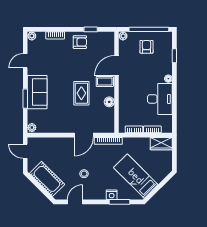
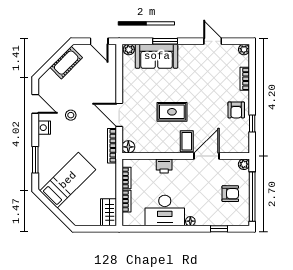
door: (117, 66) -> (207, 156), hinge flipped
sofa: (37, 92) -> (157, 56), moved
printer: (124, 99) -> (164, 166), added
floor lamp: (109, 102) -> (128, 147), moved
door: (25, 151) -> (99, 41), swing flipped
cot: (47, 179) -> (66, 63), width x0.73, depth x0.75
nightstand: (112, 195) -> (44, 128), moved

